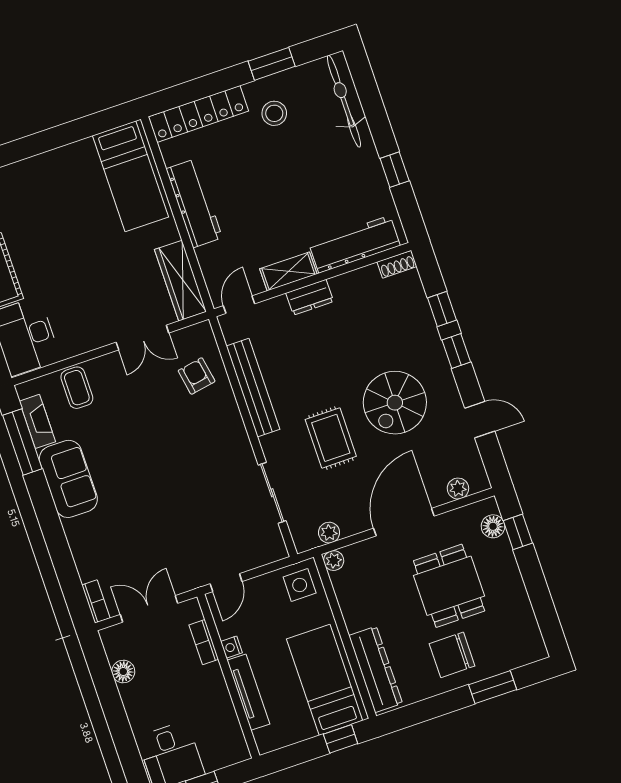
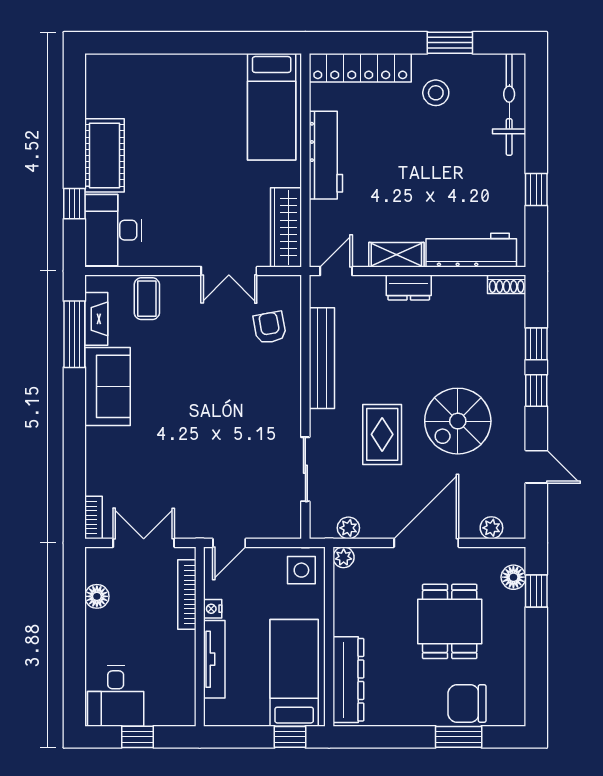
bookcase: (204, 642) -> (187, 594), width x1.56
chair: (452, 655) -> (467, 704), moved

